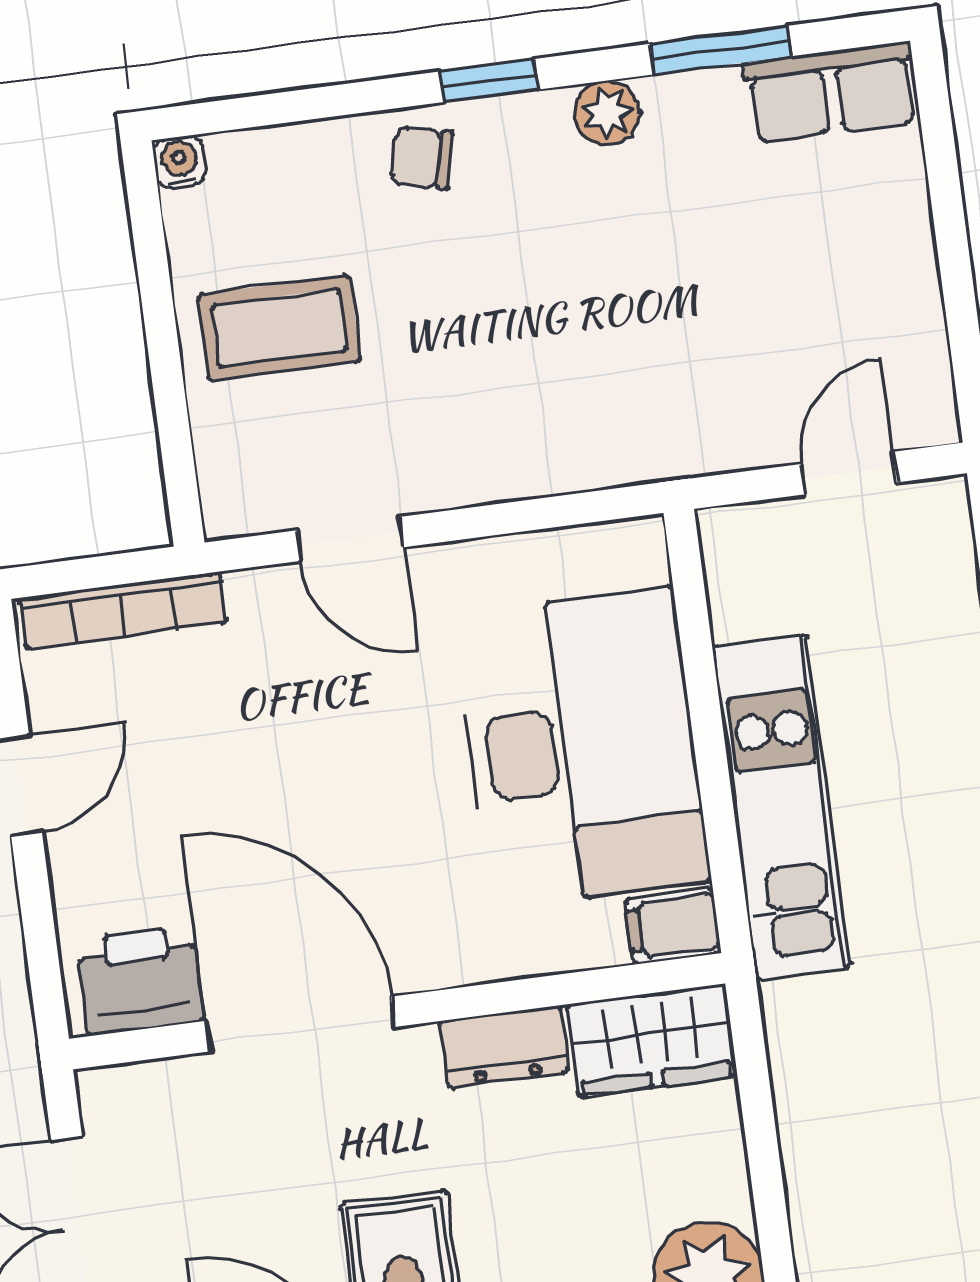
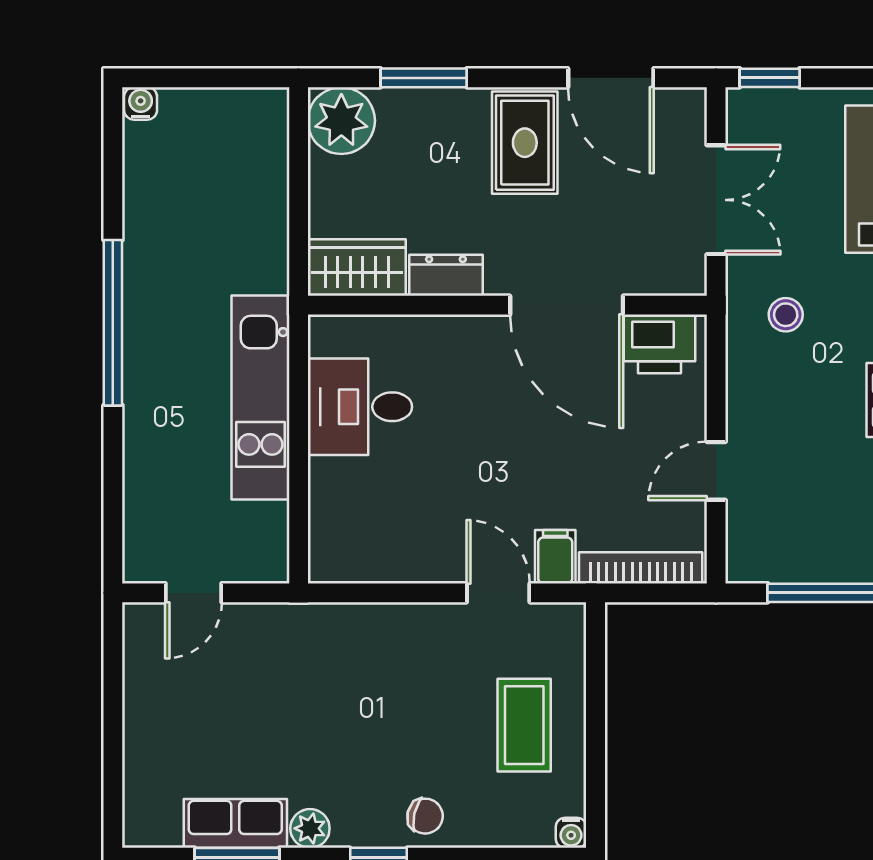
row of seats: (831, 92) -> (235, 823), moved
coffee table: (279, 328) -> (524, 725), turned 90
desk: (582, 748) -> (360, 407), width x0.53, depth x0.77
filing cabinet: (673, 926) -> (555, 557), moved, turned -90

